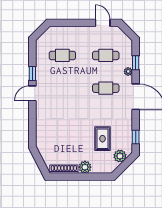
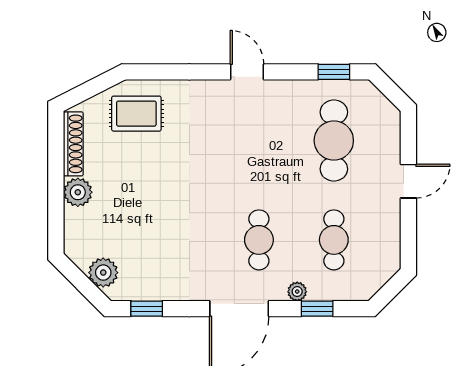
door: (103, 23) -> (408, 181), moved
cafe table: (62, 55) -> (334, 141), width x1.37, depth x1.35
window: (32, 73) -> (334, 72), moved
rug: (103, 139) -> (136, 114), moved

